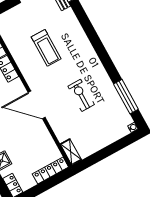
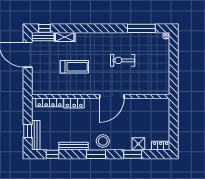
shelving: (71, 152) -> (65, 37), moved
locker: (50, 170) -> (165, 112), removed

